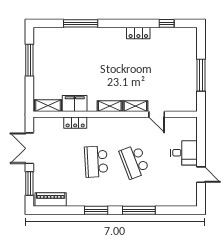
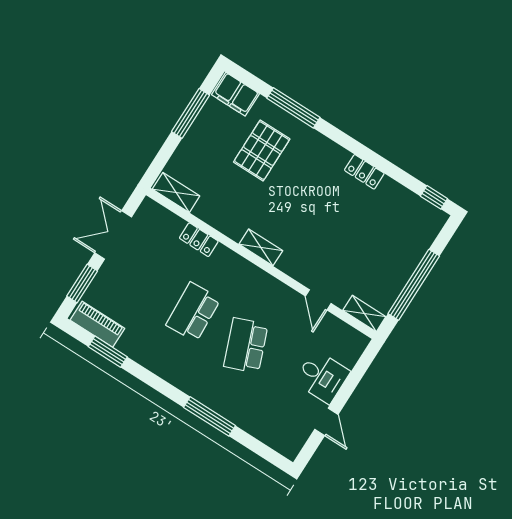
window: (167, 23) -> (434, 197), moved
pallet: (78, 56) -> (262, 151), added
window: (201, 75) -> (414, 285), width x1.46
filing cabinet: (75, 104) -> (235, 94), moved, turned 180
shelving: (135, 106) -> (364, 314), moved
window: (96, 210) -> (108, 352), moved

